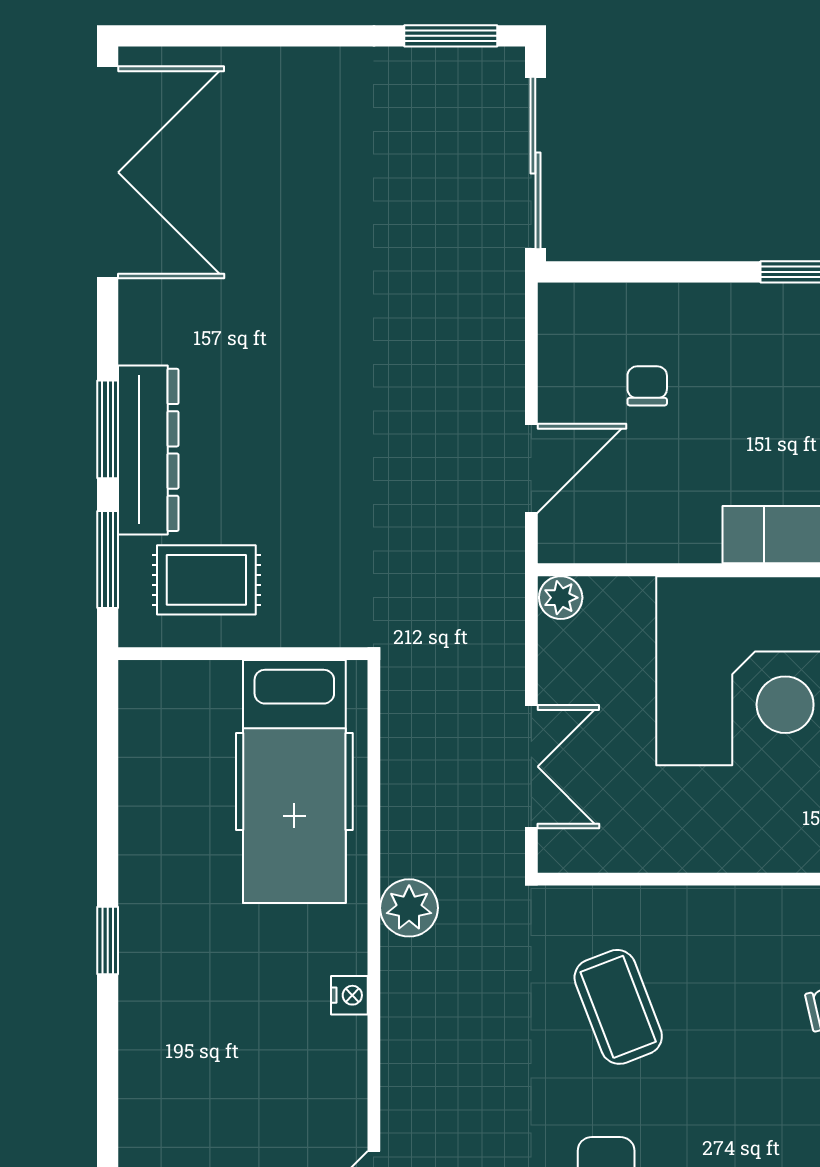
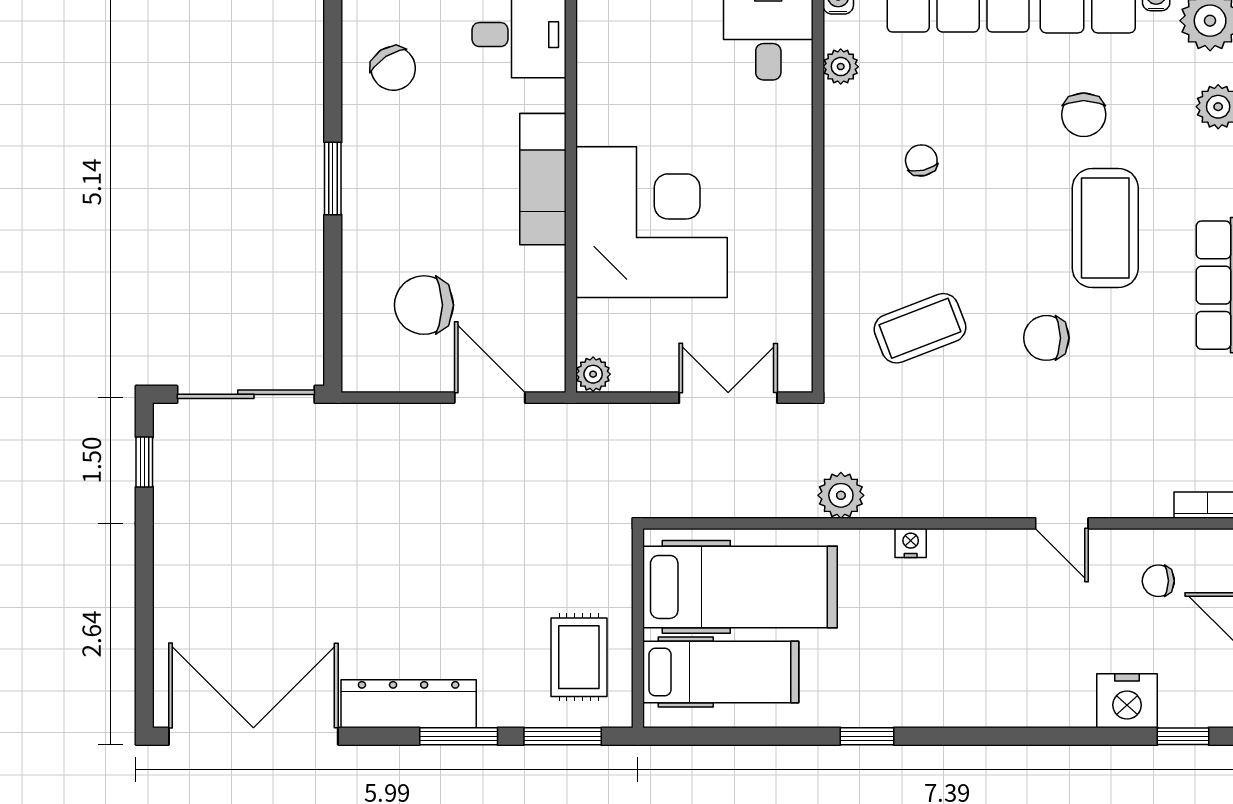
window: (451, 36) -> (144, 462), width x0.67
chair: (647, 386) -> (424, 305), width x1.87, depth x1.87
dresser: (148, 450) -> (409, 704), moved
hospital bed: (188, 758) -> (721, 672), added

